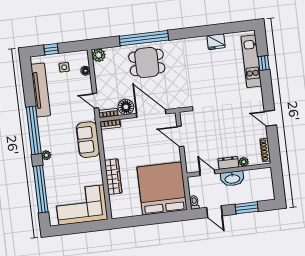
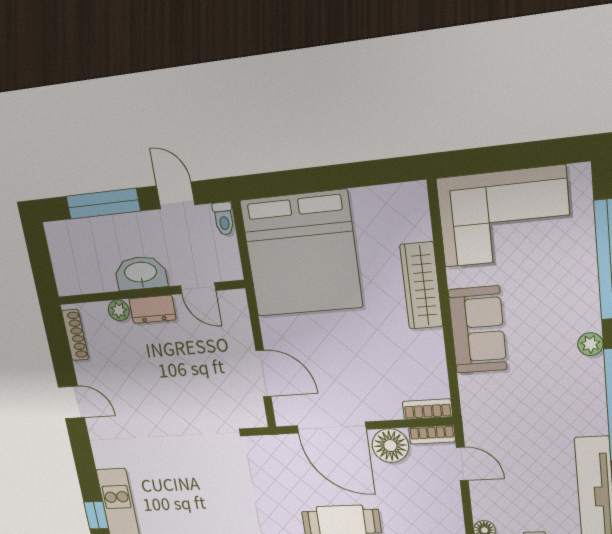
sofa: (88, 140) -> (478, 330), moved
window: (247, 208) -> (103, 204), width x1.44

